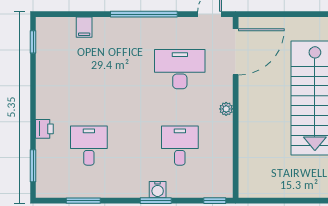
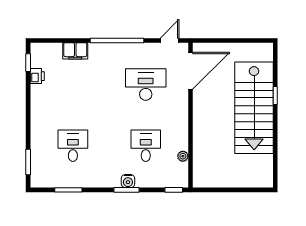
filing cabinet: (84, 27) -> (75, 51), width x2.00
plant: (226, 109) -> (183, 156), moved
printer: (44, 129) -> (37, 76), moved

